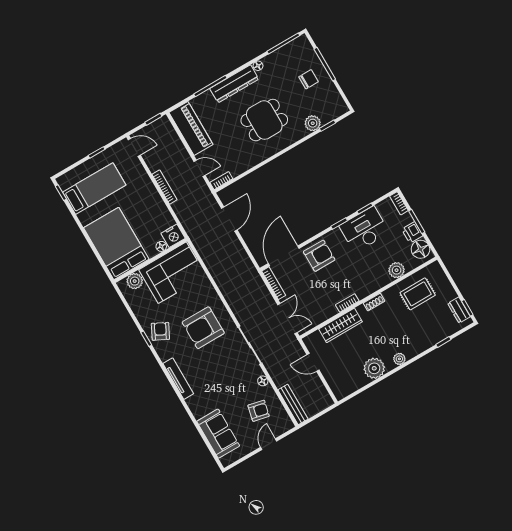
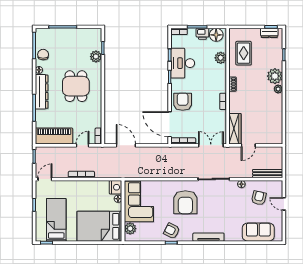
chair: (309, 79) -> (43, 55), moved
wardrobe: (340, 325) -> (235, 129), moved
plant: (374, 368) -> (275, 76), moved

